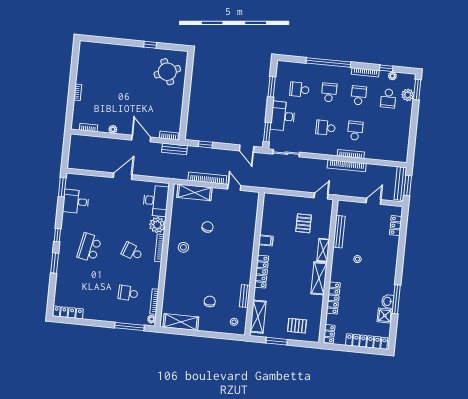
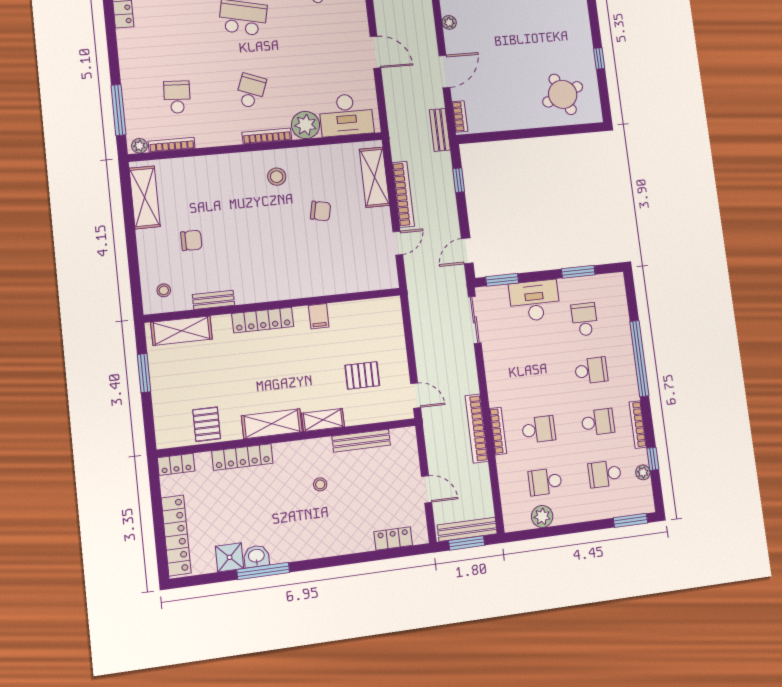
plant: (408, 95) -> (542, 516), moved
school desk: (326, 128) -> (545, 482), moved, turned -90
pallet: (297, 326) -> (207, 424), moved

